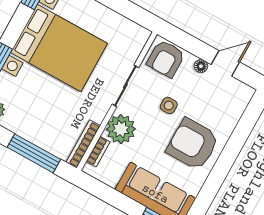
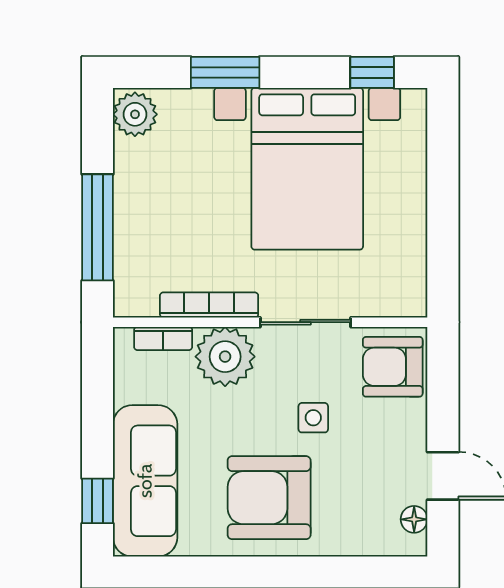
floor lamp: (201, 66) -> (414, 519), moved
bookcase: (83, 144) -> (209, 305), moved
armchair: (193, 144) -> (269, 498), turned -90

